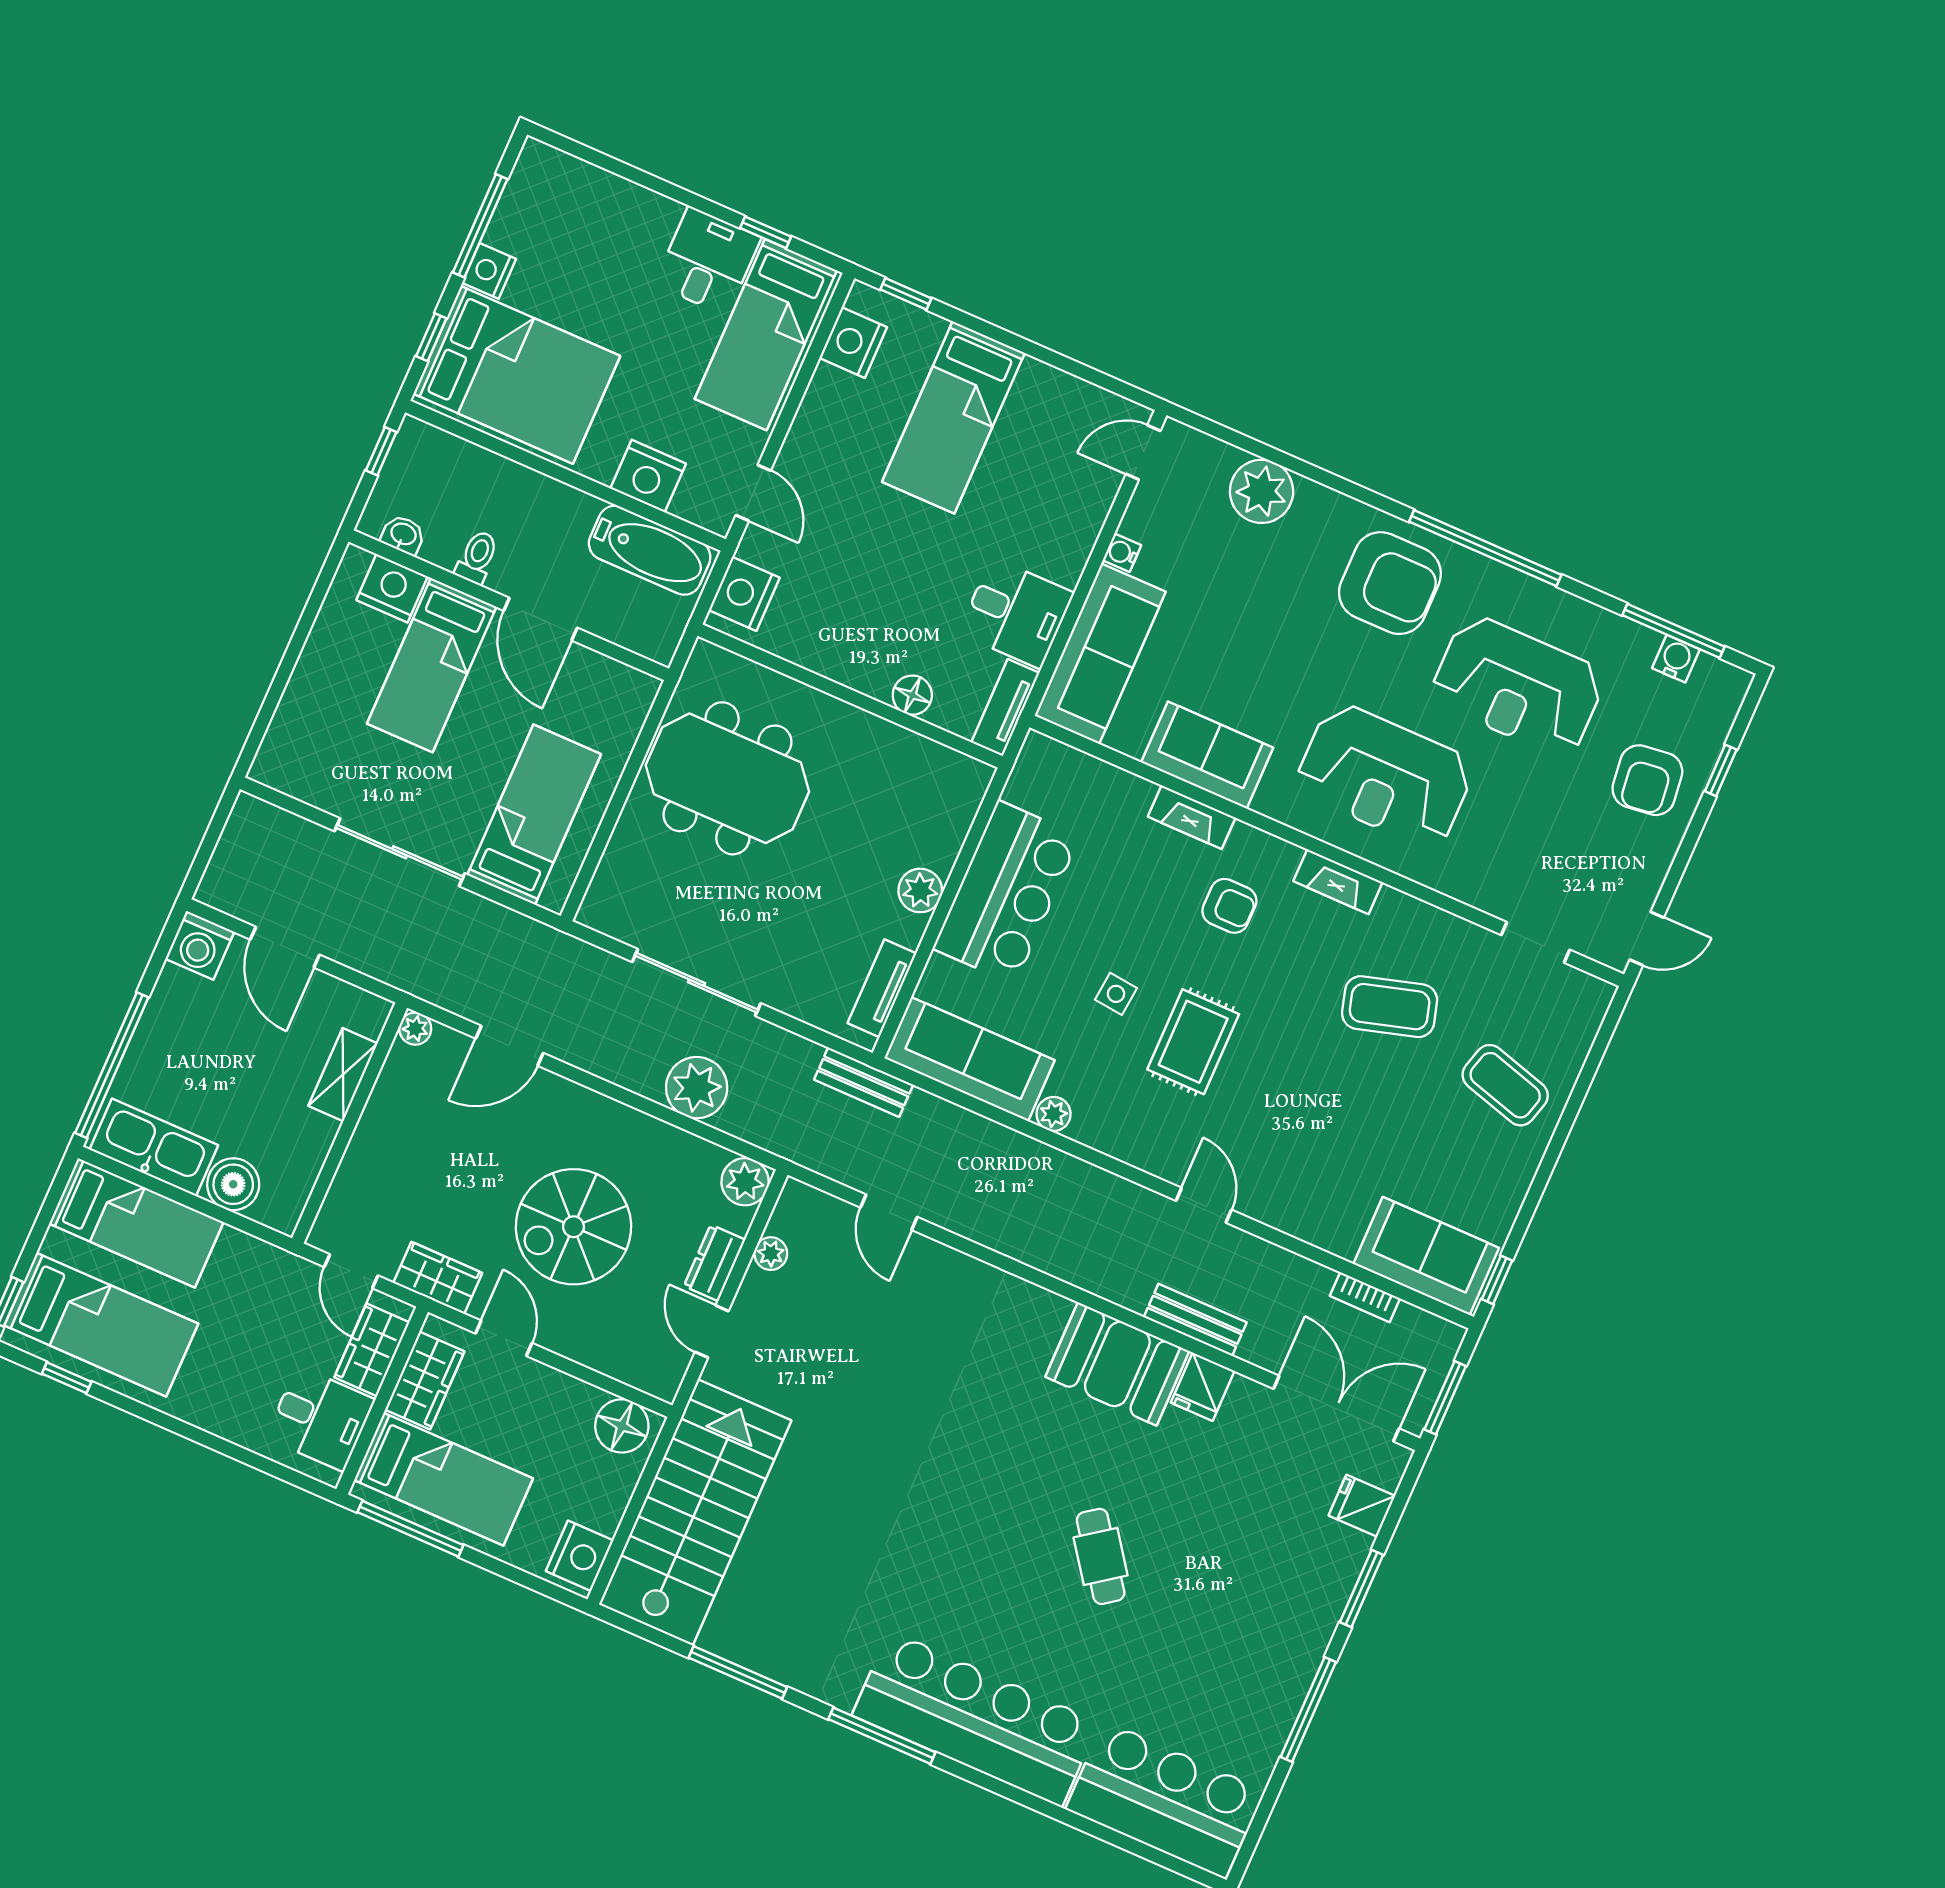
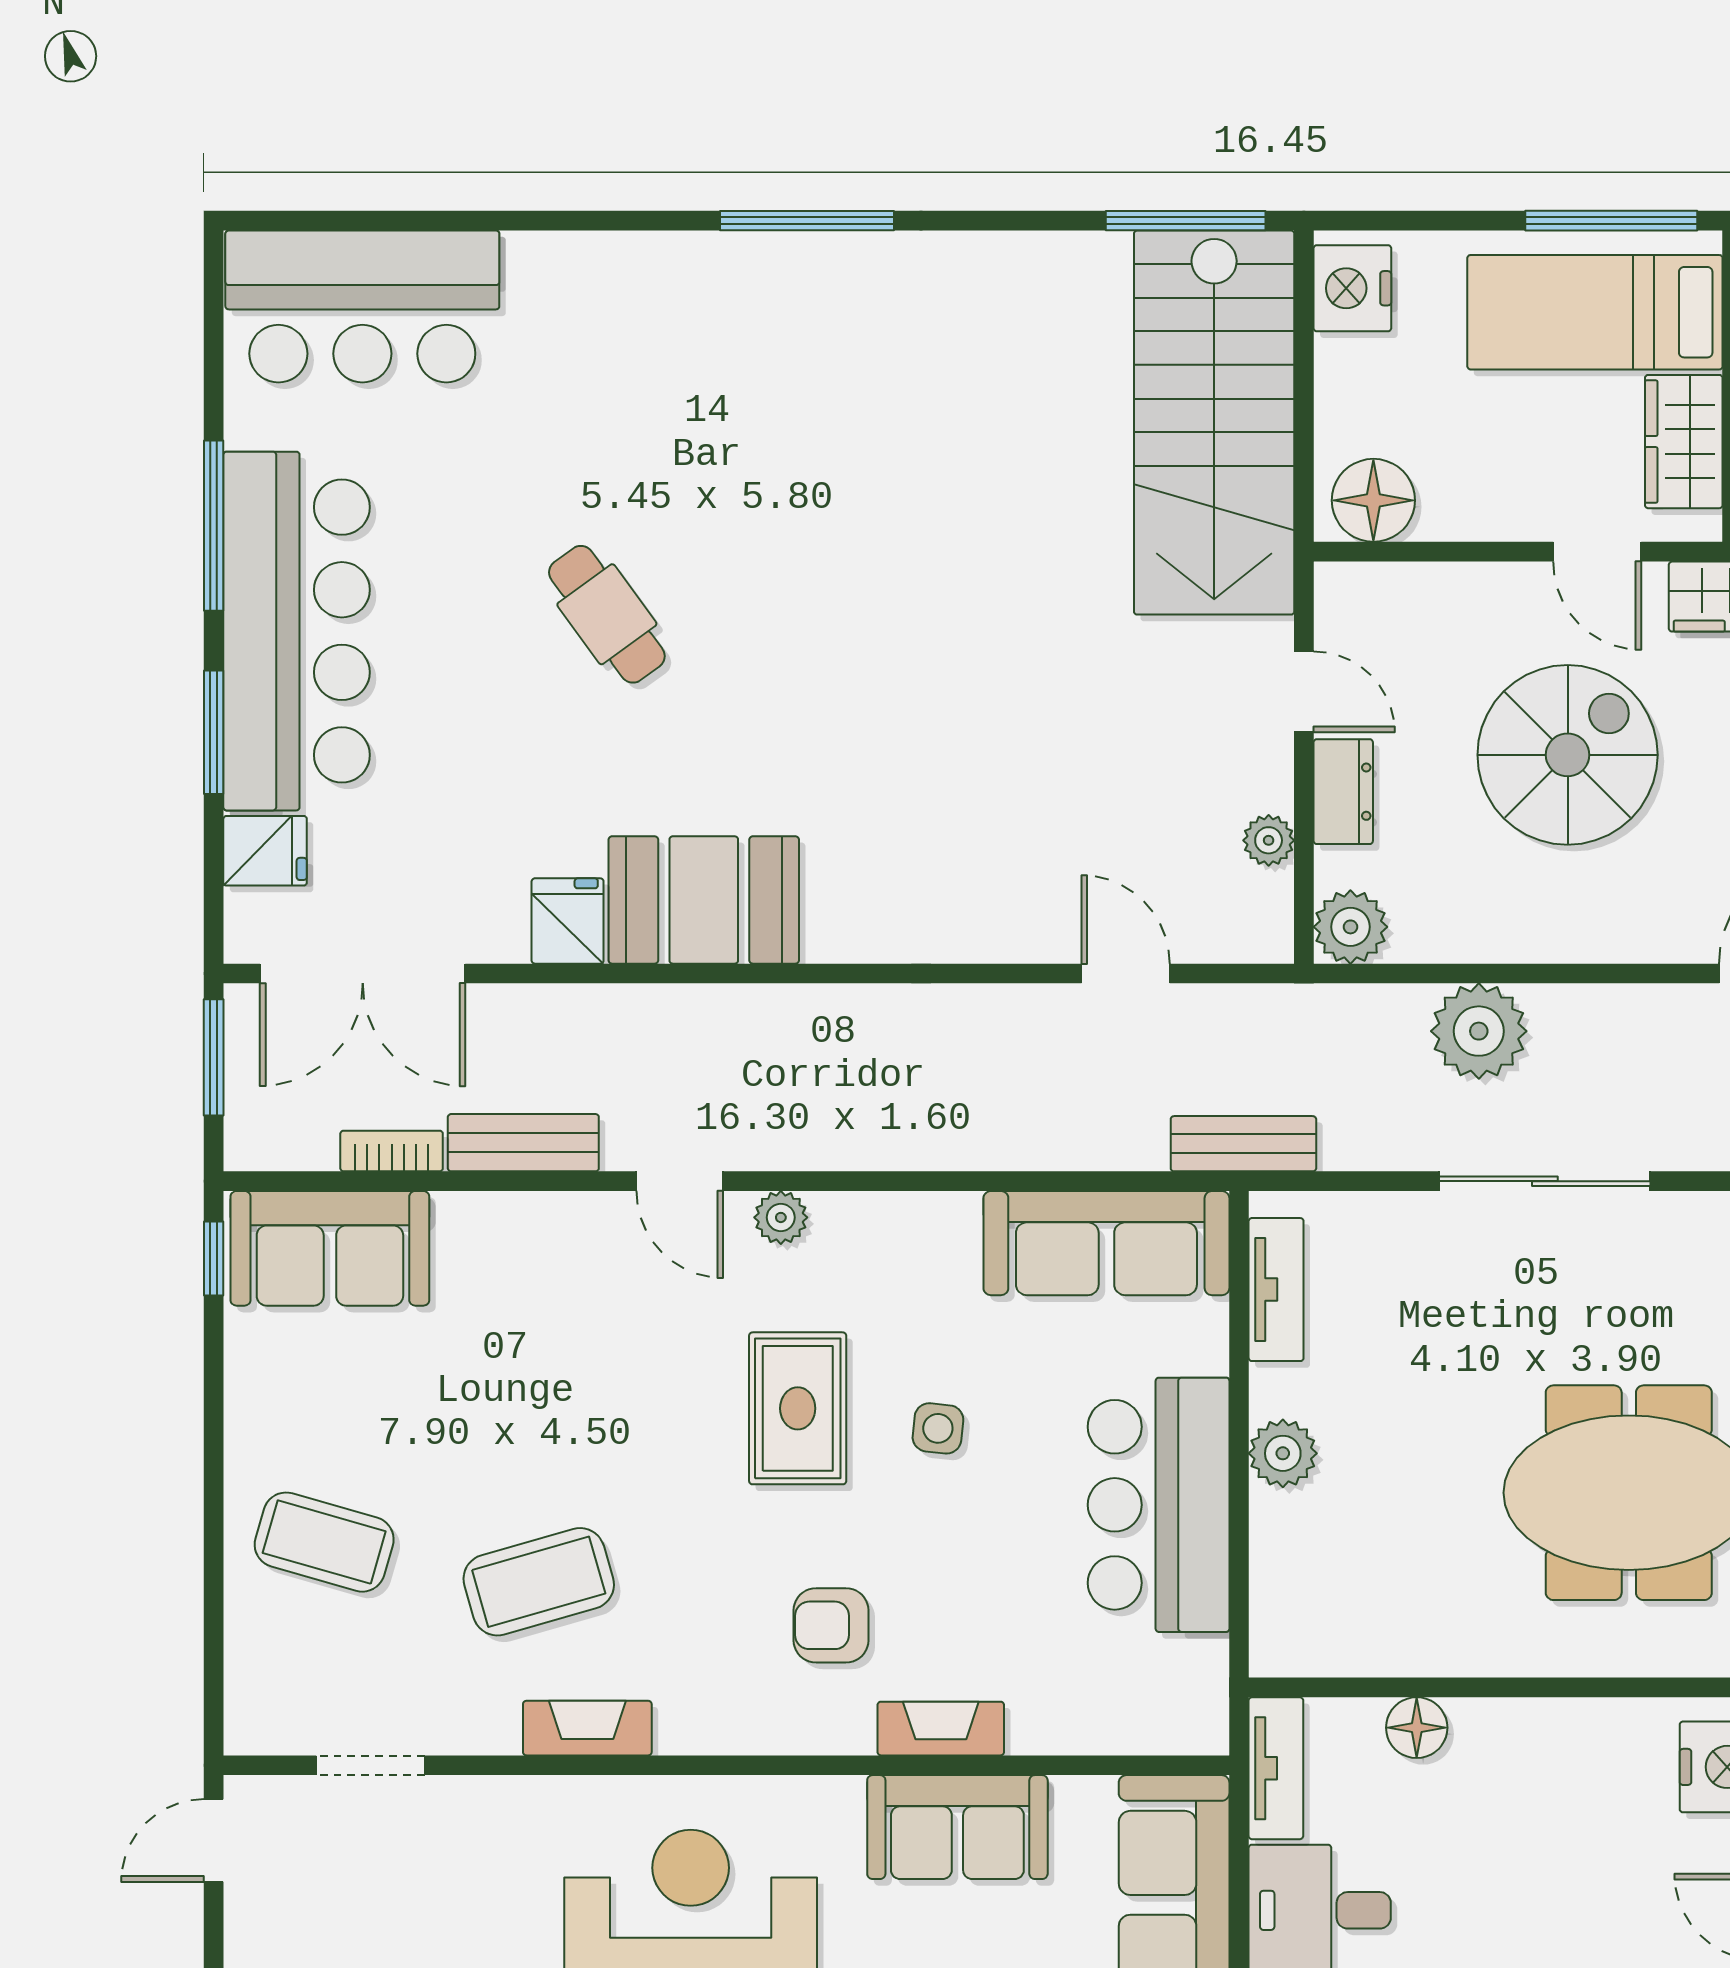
fireplace: (1338, 882) -> (587, 1728), moved
plant: (1054, 1114) -> (781, 1217), moved
bench: (1195, 1320) -> (523, 1143), moved
window: (738, 1672) -> (1186, 221), moved
bar counter: (975, 1719) -> (297, 631), moved, turned -90

